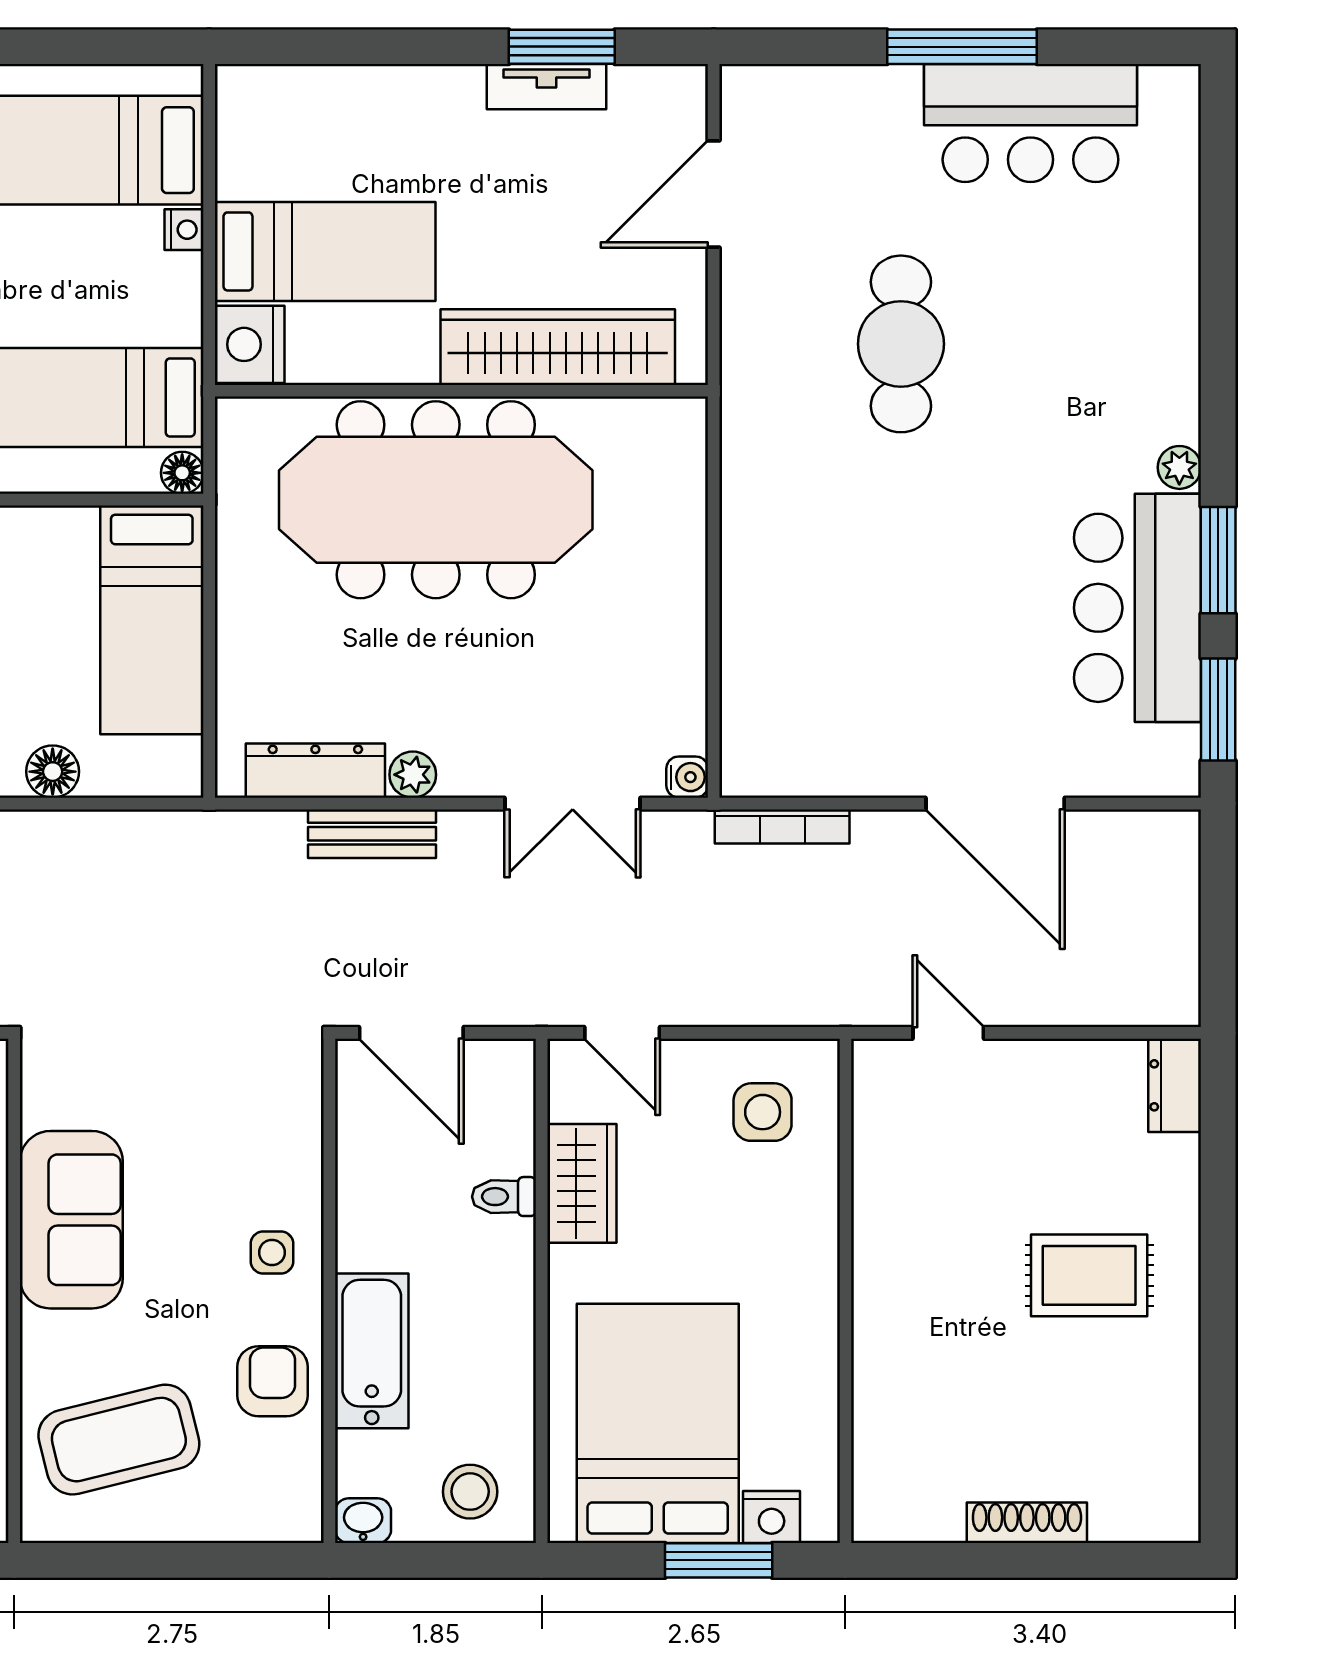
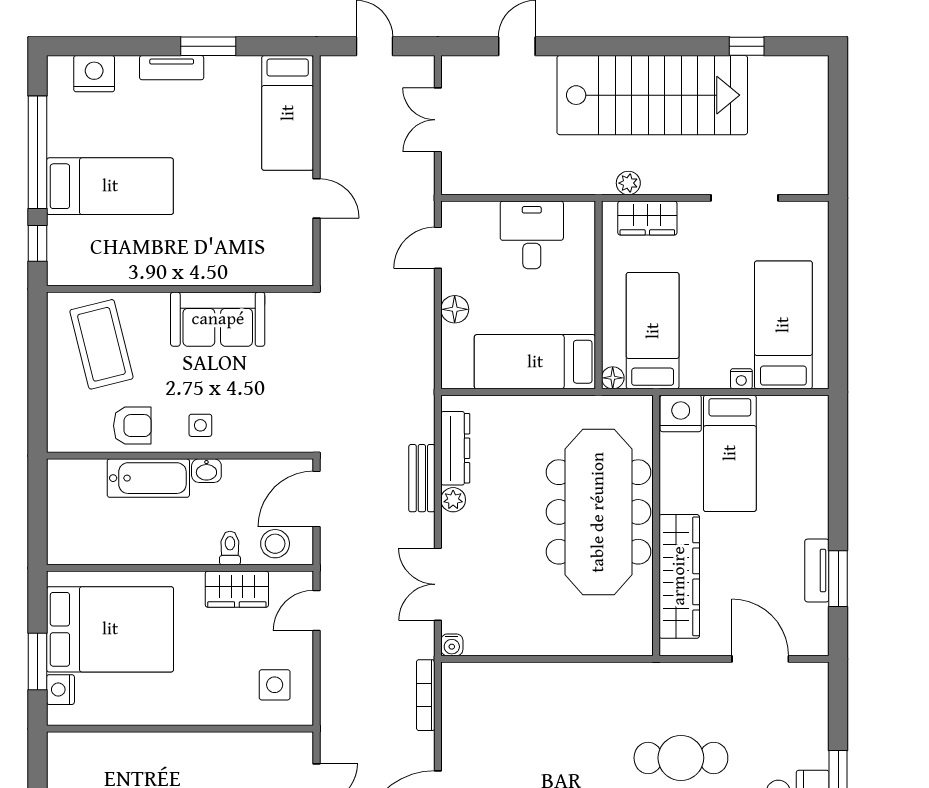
stool: (470, 1492) -> (275, 544), moved
washbasin: (363, 1521) -> (206, 471), moved, turned 90

